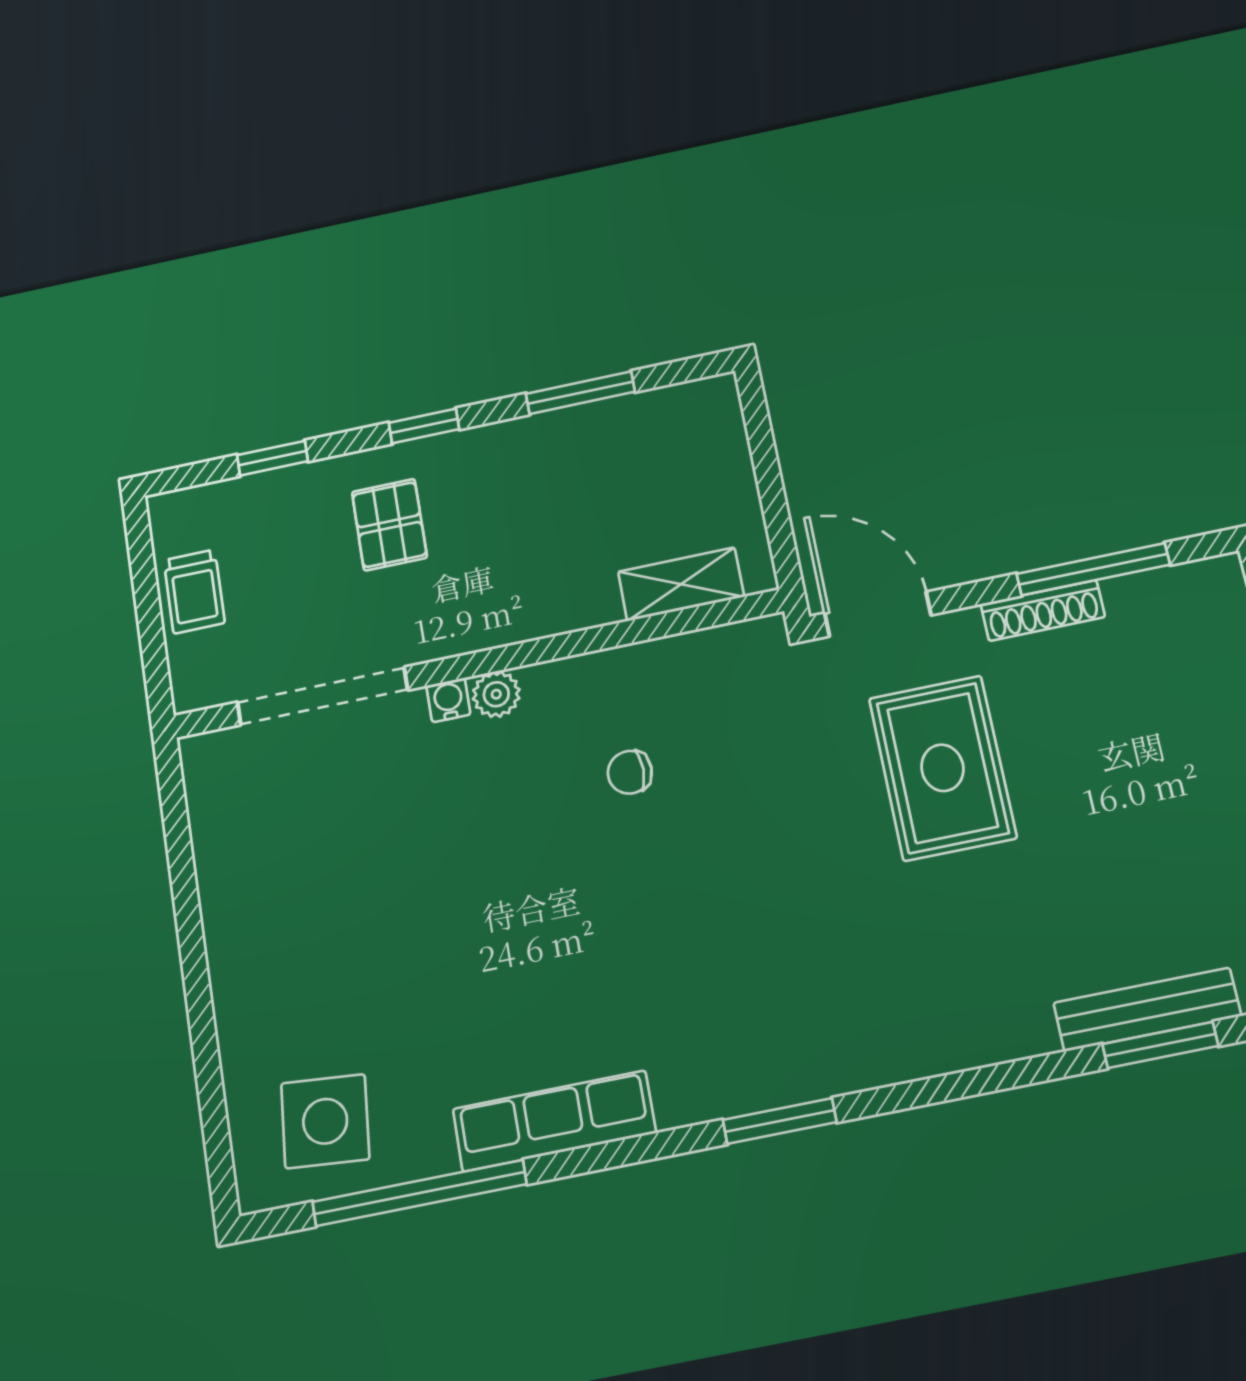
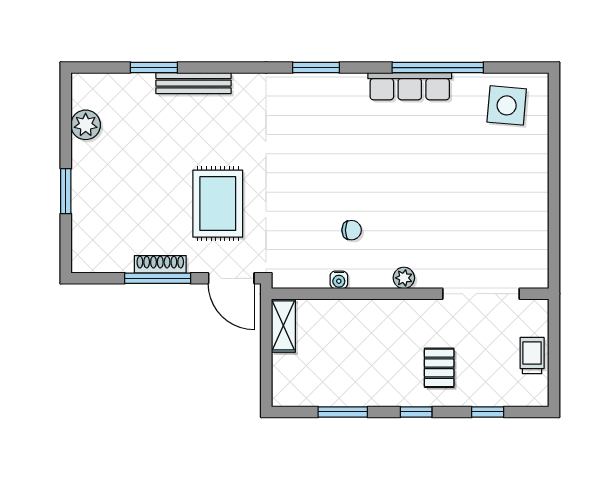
window: (1093, 569) -> (158, 278), moved
shelving: (681, 584) -> (283, 325), moved, turned 90
water cooler: (448, 700) -> (339, 280), moved
bench: (1147, 1009) -> (193, 83), moved
window: (419, 1193) -> (438, 68), moved

